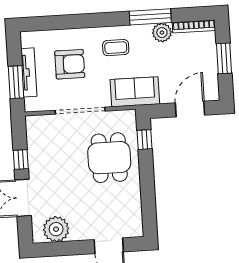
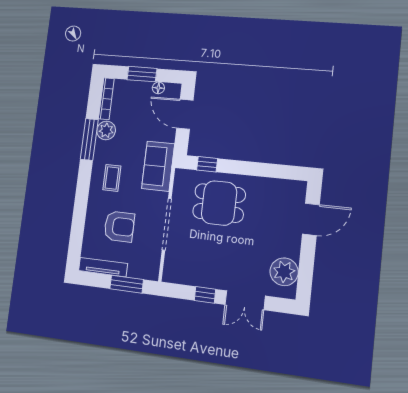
armchair: (70, 64) -> (119, 226), turned 90
tv unit: (29, 72) -> (103, 267), moved
floor lamp: (212, 78) -> (158, 88), added

